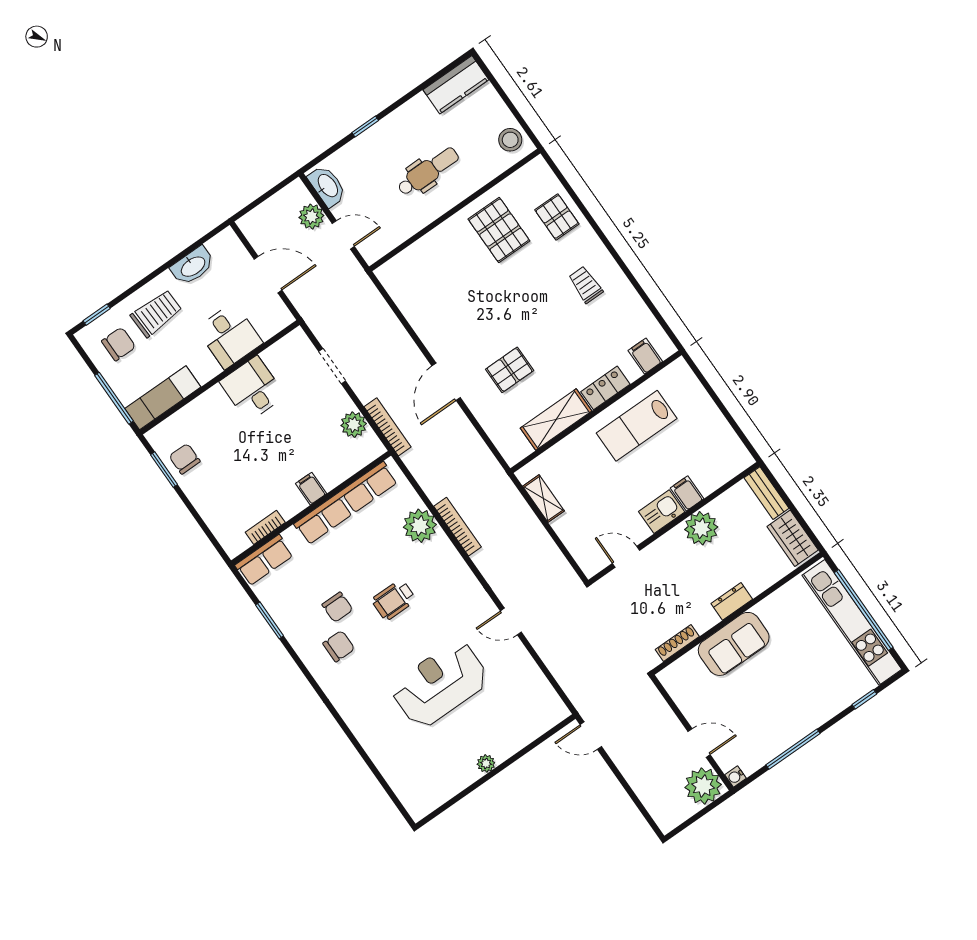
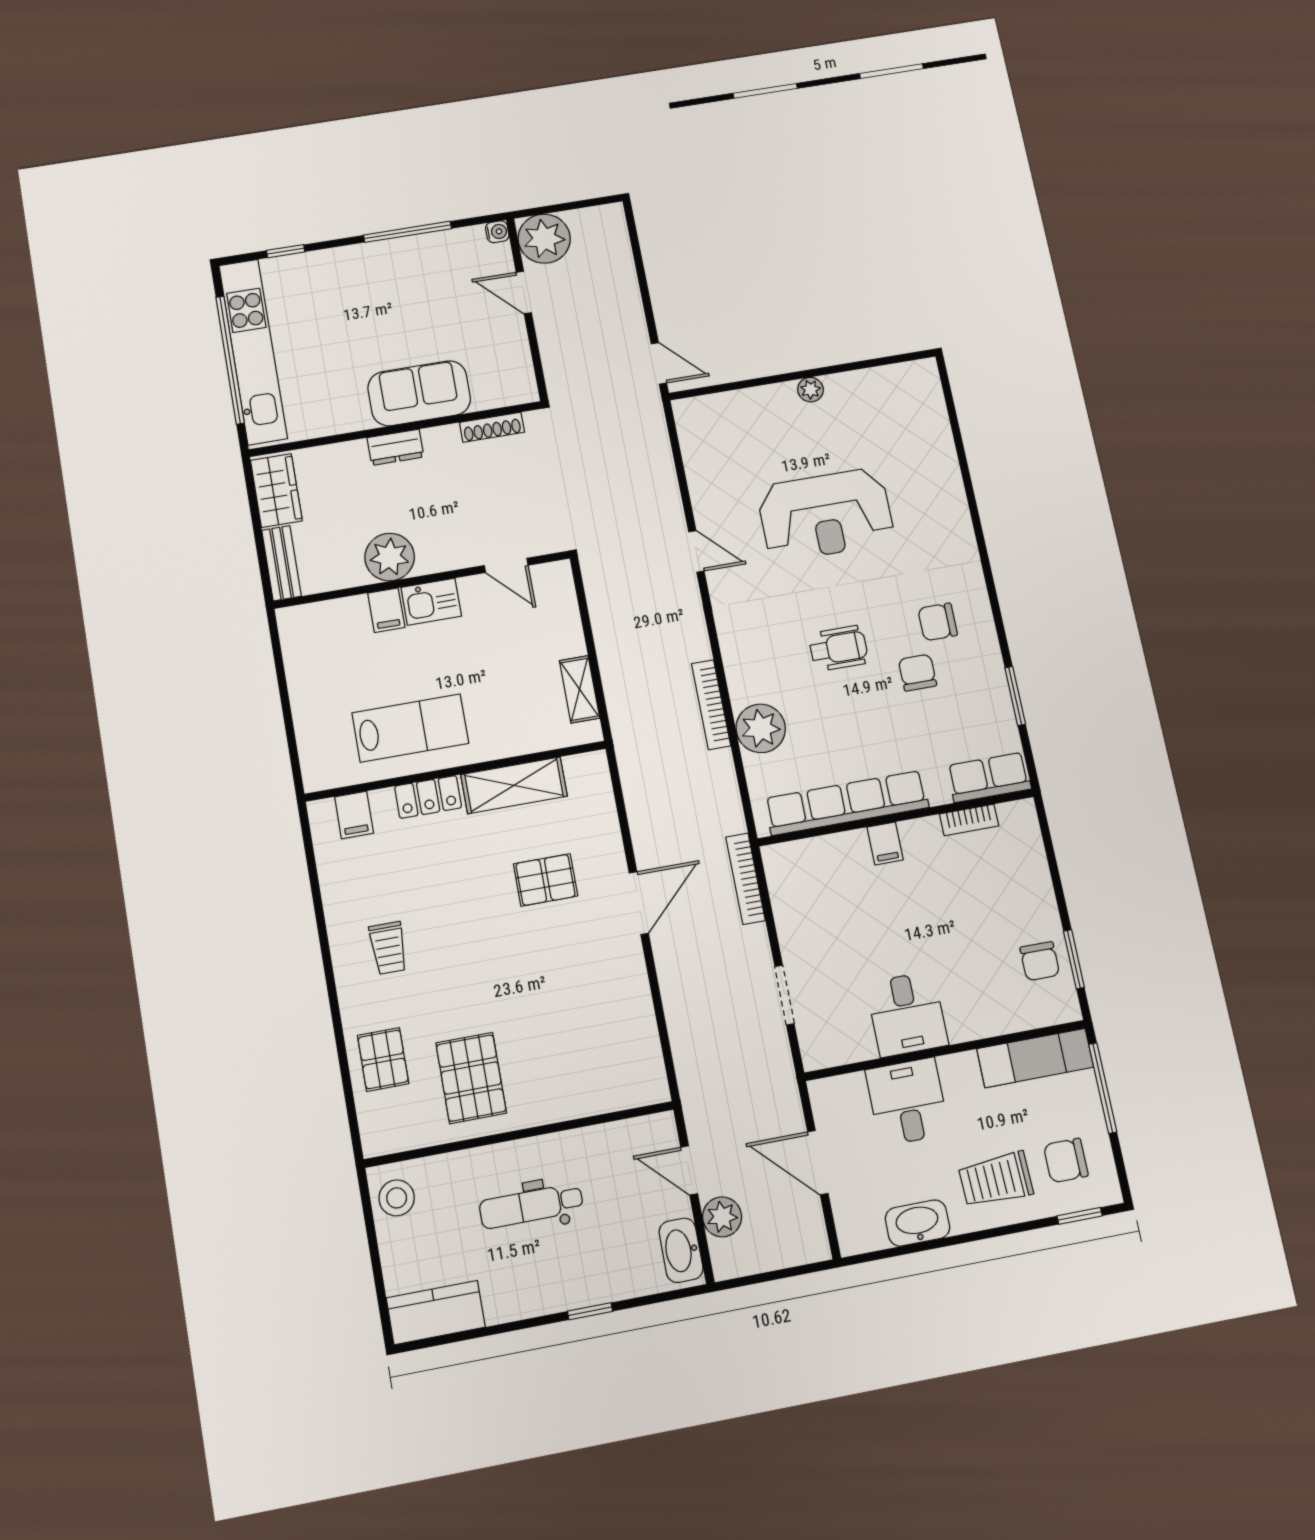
plant: (354, 425) -> (790, 903), removed

